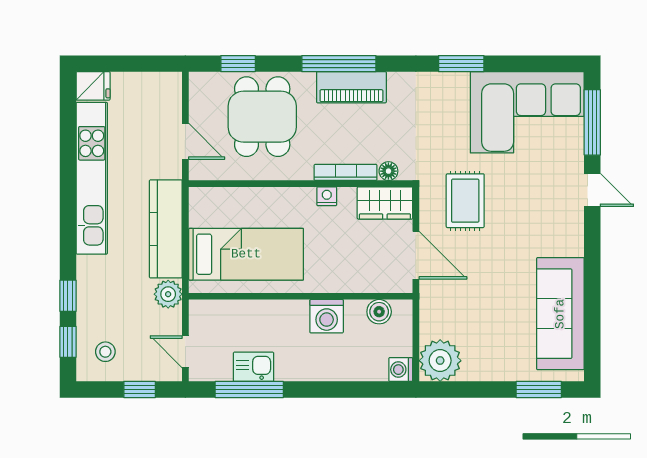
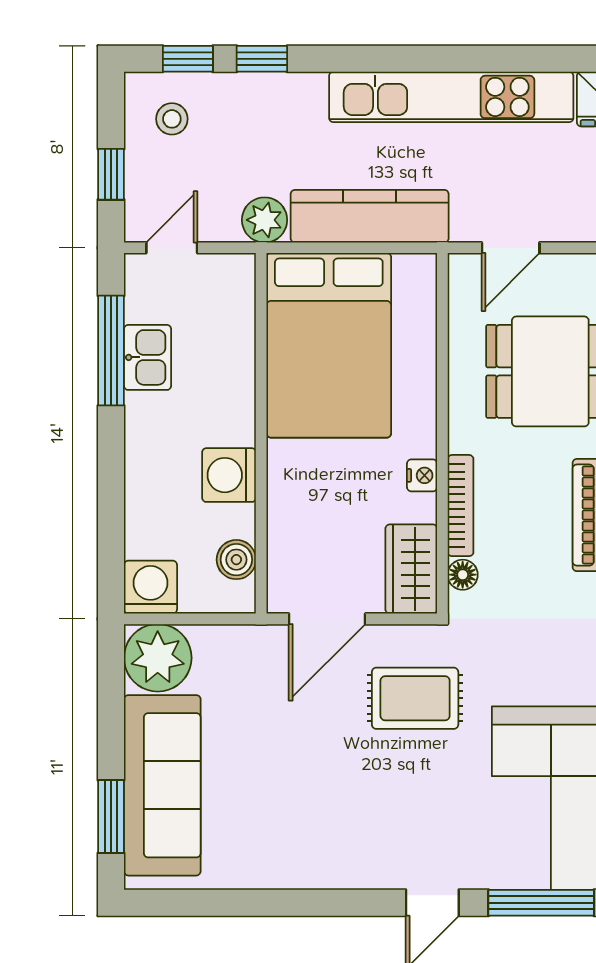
bed: (246, 254) -> (329, 345), width x1.50
sofa: (560, 314) -> (162, 785), moved, turned 90
washing machine: (401, 370) -> (150, 587), width x1.38, depth x1.38

